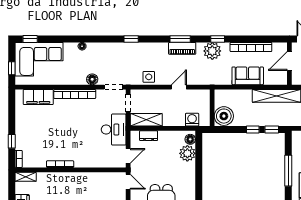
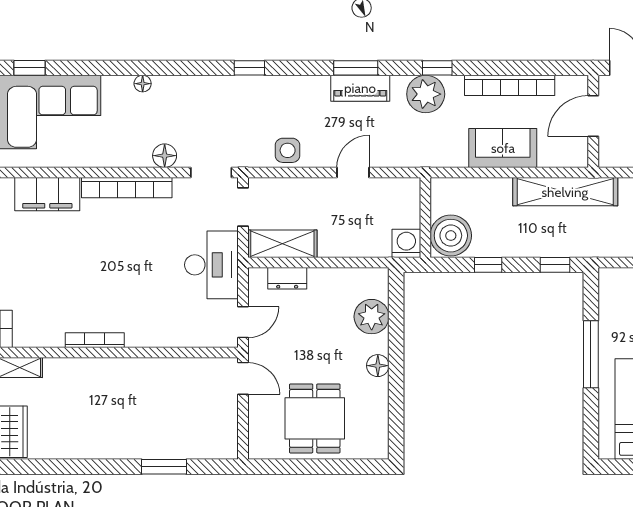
washing machine: (192, 120) -> (406, 243), moved
window: (253, 130) -> (488, 265), moved
floor lamp: (190, 139) -> (378, 366), moved

